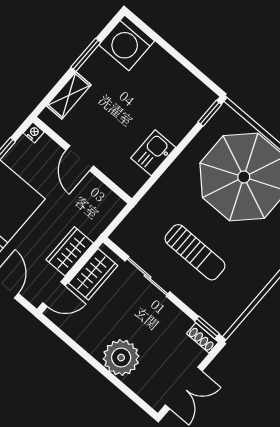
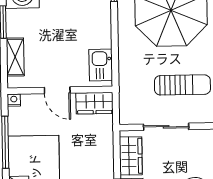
kitchen sink: (153, 153) -> (101, 65), moved
wardrobe: (70, 251) -> (95, 103), moved, turned -90

